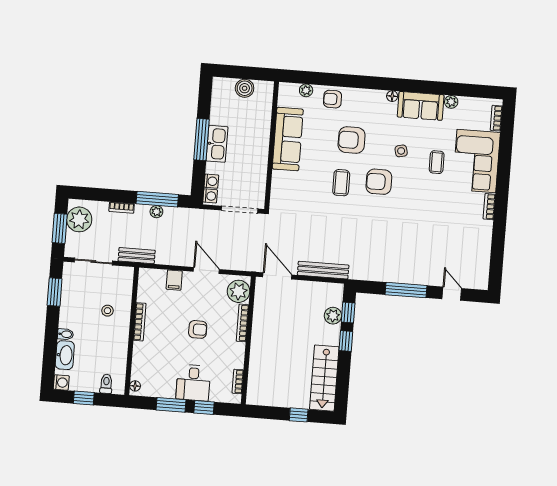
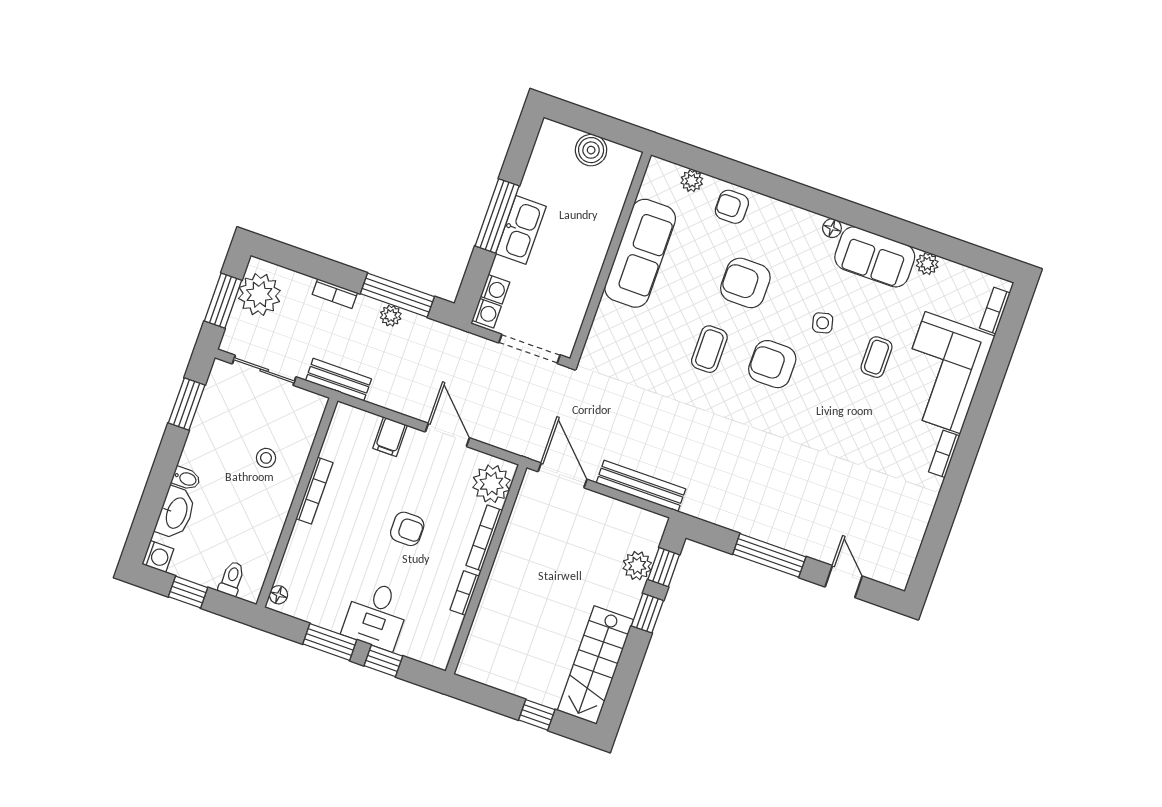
bookcase: (238, 381) -> (465, 593), moved

